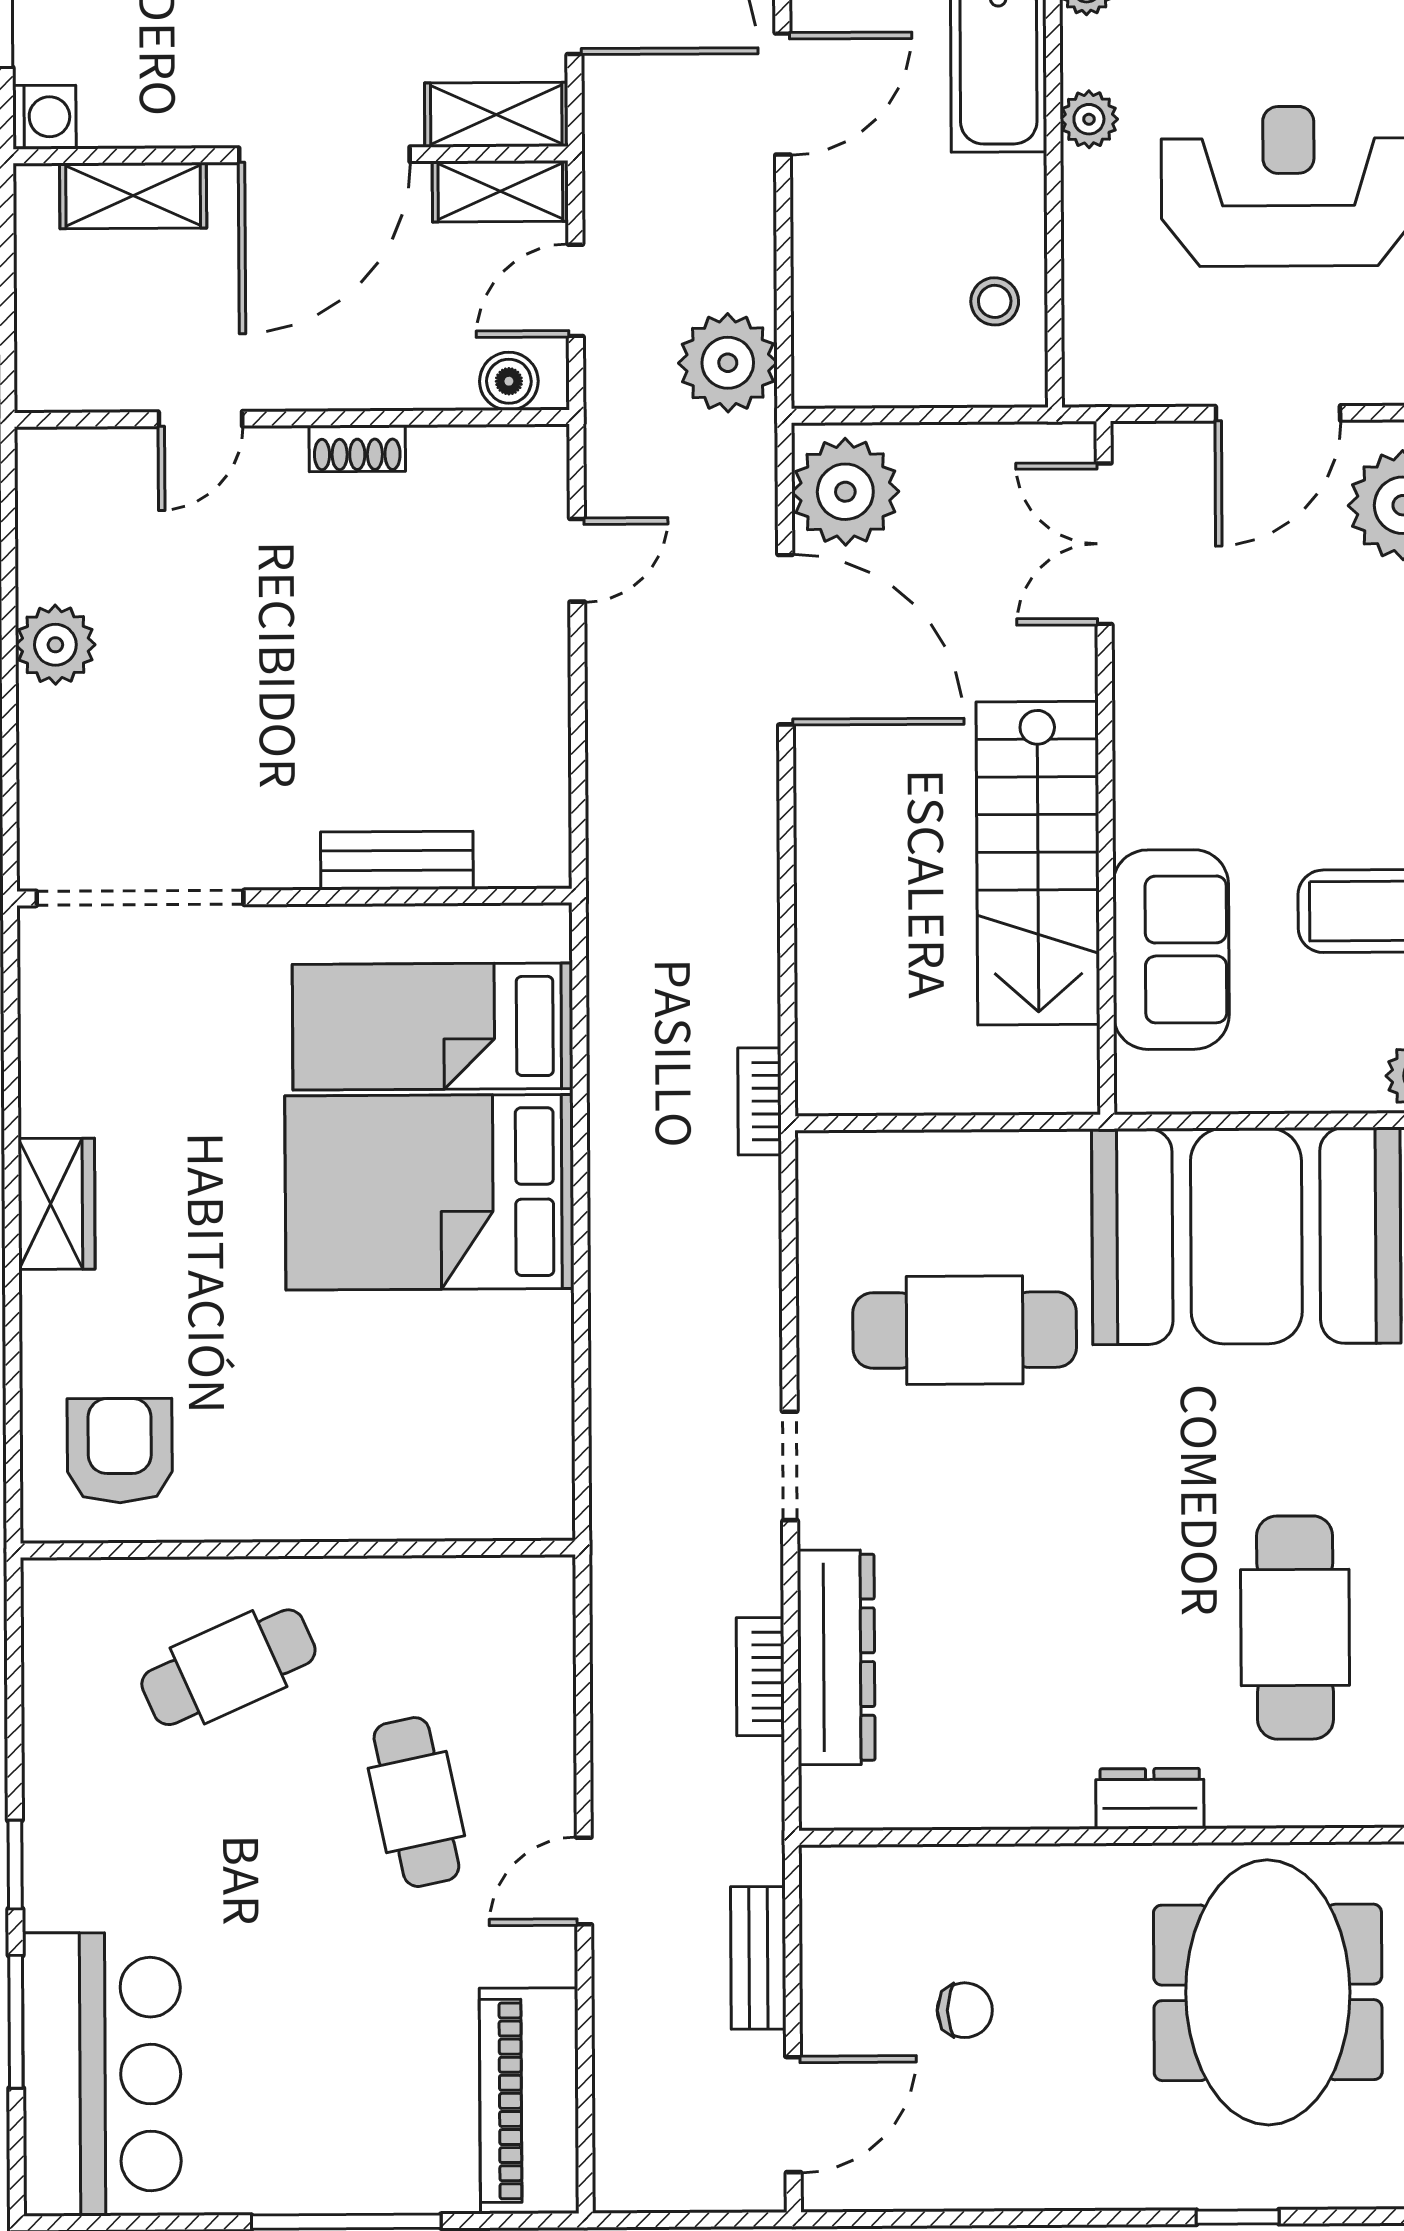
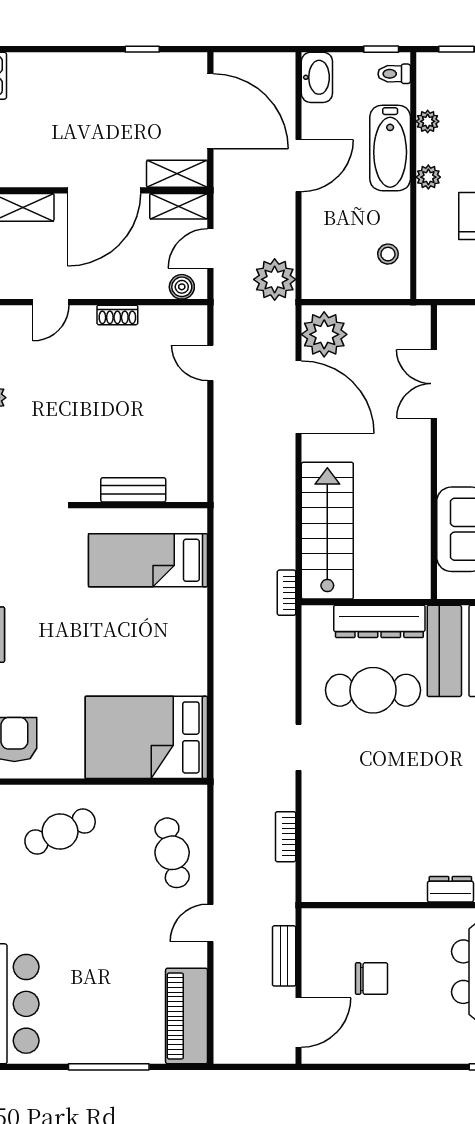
double door: (1104, 544) -> (434, 384), moved
door: (577, 560) -> (210, 363), swing flipped
stairs: (1038, 863) -> (327, 531), moved, turned 180
bed: (429, 1192) -> (146, 737), moved
dresser: (836, 1657) -> (379, 621), moved, turned 90
cafe table: (416, 1802) -> (172, 853), moved
chair: (965, 2010) -> (372, 979), width x1.37, depth x1.37

